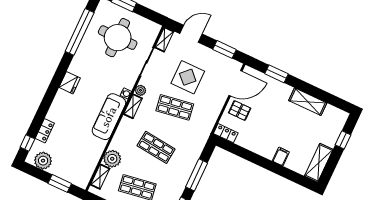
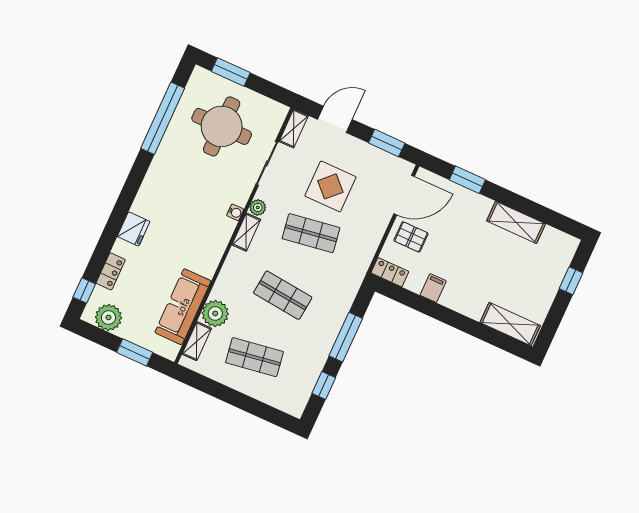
fridge: (70, 83) -> (134, 229), moved
sofa: (109, 117) -> (183, 307), moved
filing cabinet: (281, 156) -> (433, 288), moved
shelving: (319, 163) -> (510, 324), moved, turned 90

